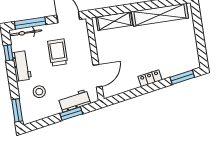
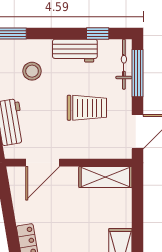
shelving: (114, 21) -> (105, 177), moved, turned 90
door: (98, 76) -> (43, 163), hinge flipped

